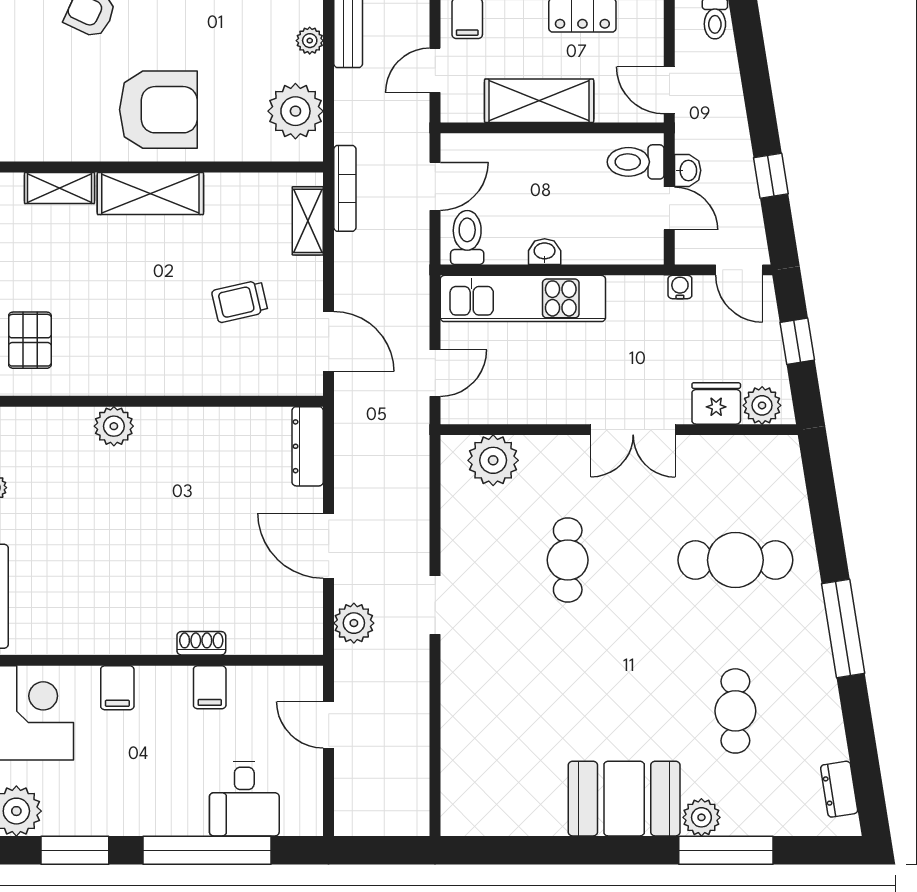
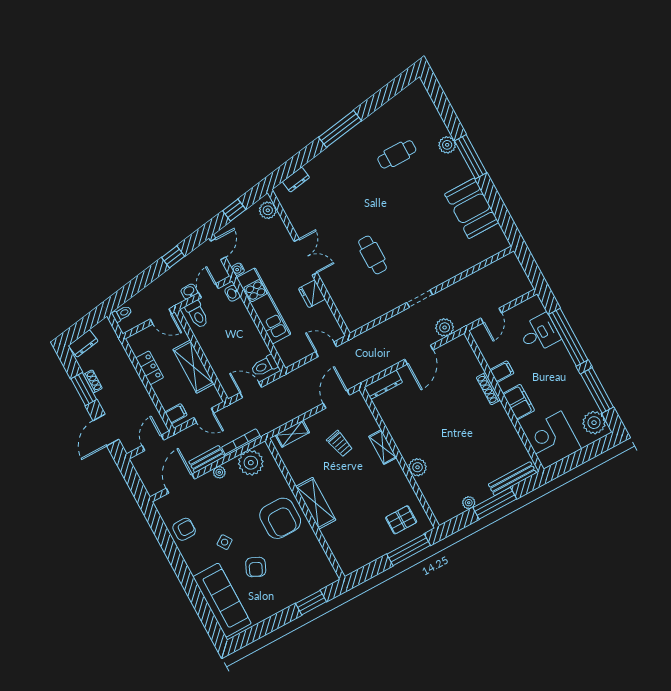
door: (669, 90) -> (161, 316), hinge flipped
armchair: (158, 110) -> (280, 518), turned 180
shelving: (59, 188) -> (383, 447), moved
bookcase: (345, 188) -> (241, 442), moved
washbasin: (545, 252) -> (232, 293), moved
kitchen unit: (523, 298) -> (264, 306), moved
fridge: (716, 403) -> (312, 294), moved
plant: (493, 460) -> (349, 307), removed
cafe table: (568, 560) -> (373, 255), turned 90
cafe table: (735, 560) -> (336, 187), removed
shoe rack: (201, 643) -> (488, 389), width x1.43
filing cabinet: (117, 688) -> (519, 402), width x2.00
dresser: (839, 789) -> (296, 180), moved
booth: (624, 799) -> (472, 208), moved
window: (75, 850) -> (597, 390), width x1.44
window: (726, 850) -> (471, 157), moved

